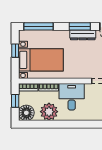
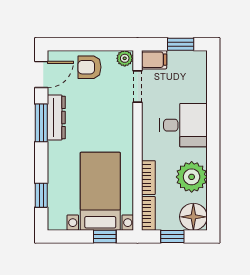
window: (39, 26) -> (41, 195), width x0.46
window: (15, 51) -> (105, 237), moved
desk: (72, 97) -> (184, 125), moved, turned 180

